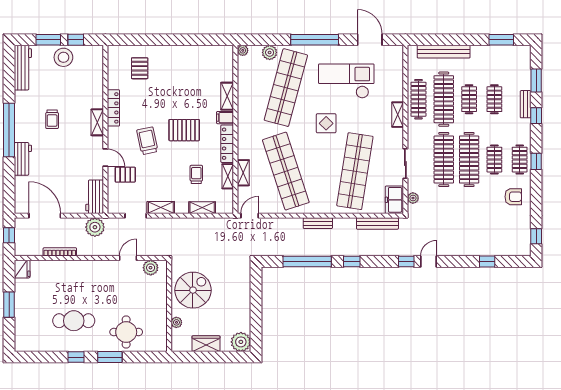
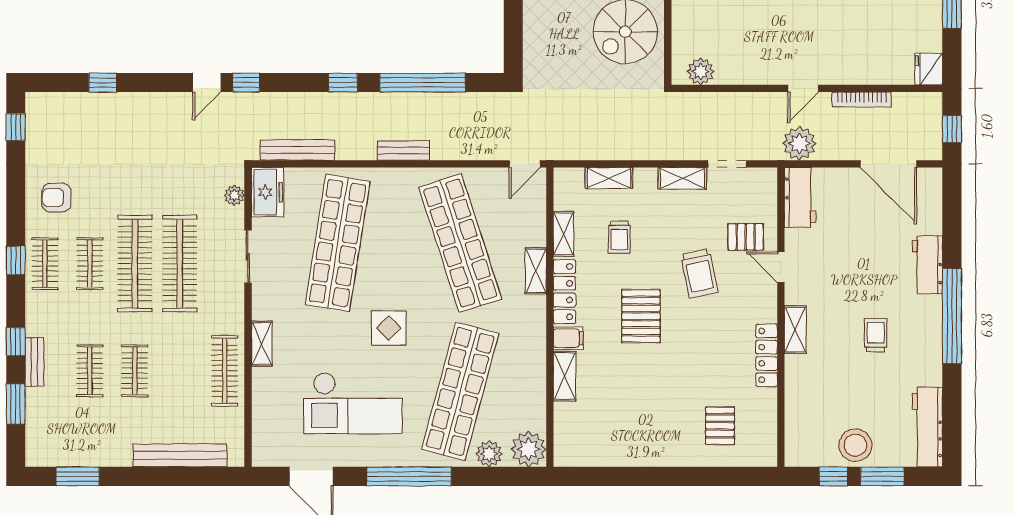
plant: (243, 50) -> (529, 449), width x1.87, depth x1.87
clothes rail: (444, 99) -> (180, 371), removed
pallet: (184, 130) -> (641, 316), turned 90
trolley: (147, 141) -> (699, 273), moved
shelving: (243, 173) -> (536, 271), moved
door: (128, 258) -> (803, 88), moved

